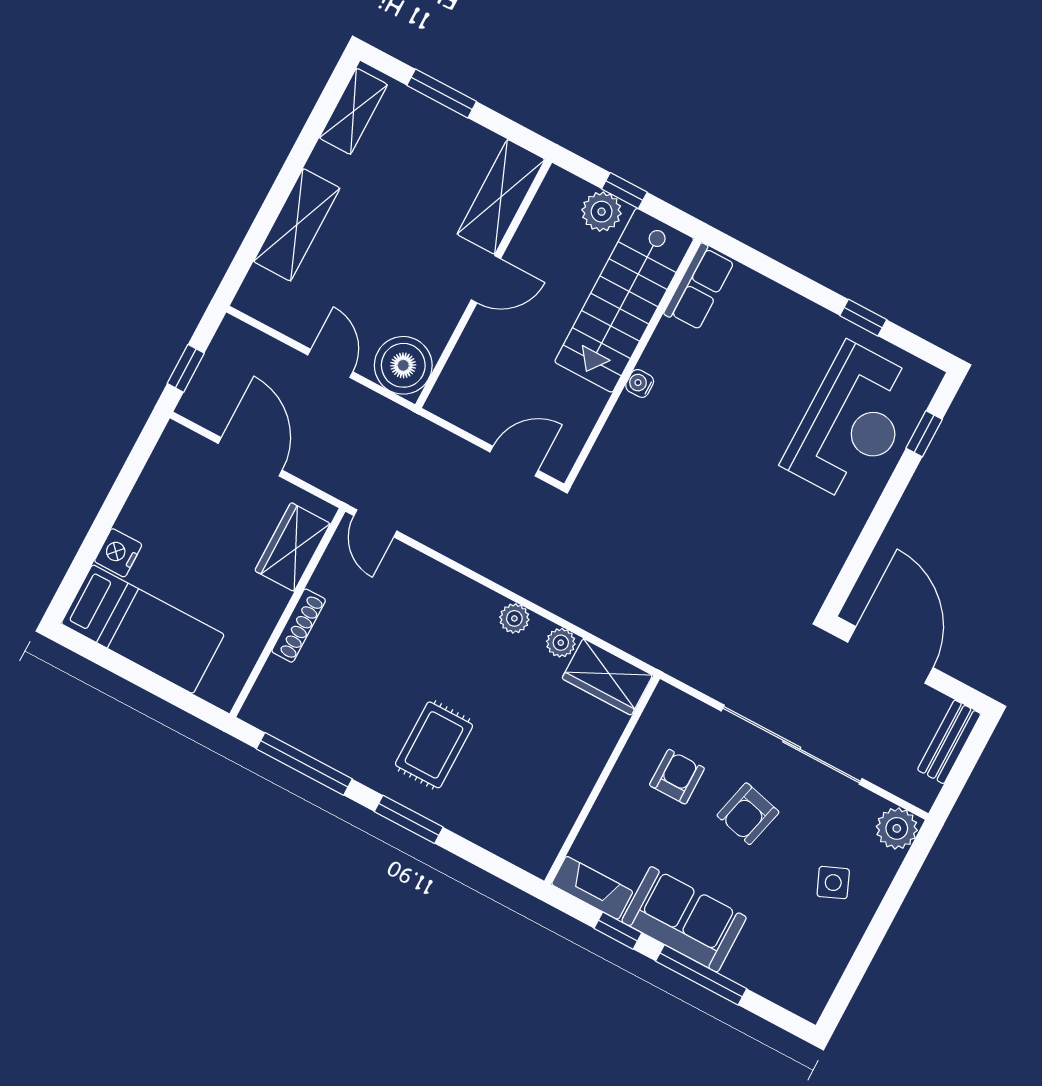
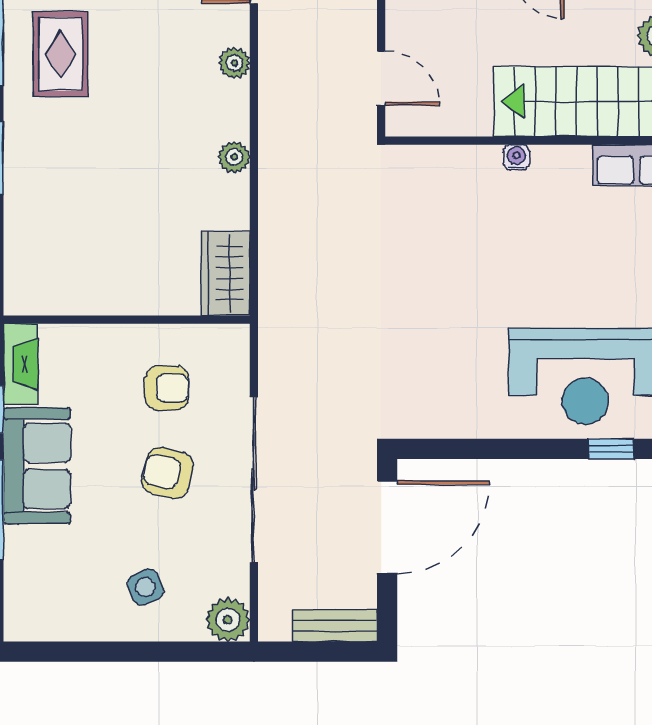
plant: (561, 643) -> (234, 63), moved
rug: (434, 745) -> (61, 54), moved, turned 90

